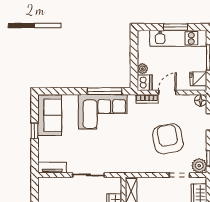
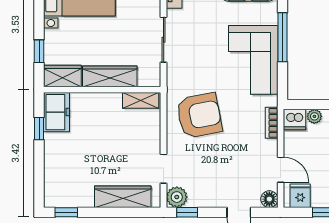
window: (105, 91) -> (282, 37), moved
door: (167, 93) -> (281, 170), moved
armchair: (168, 139) -> (199, 115), moved

